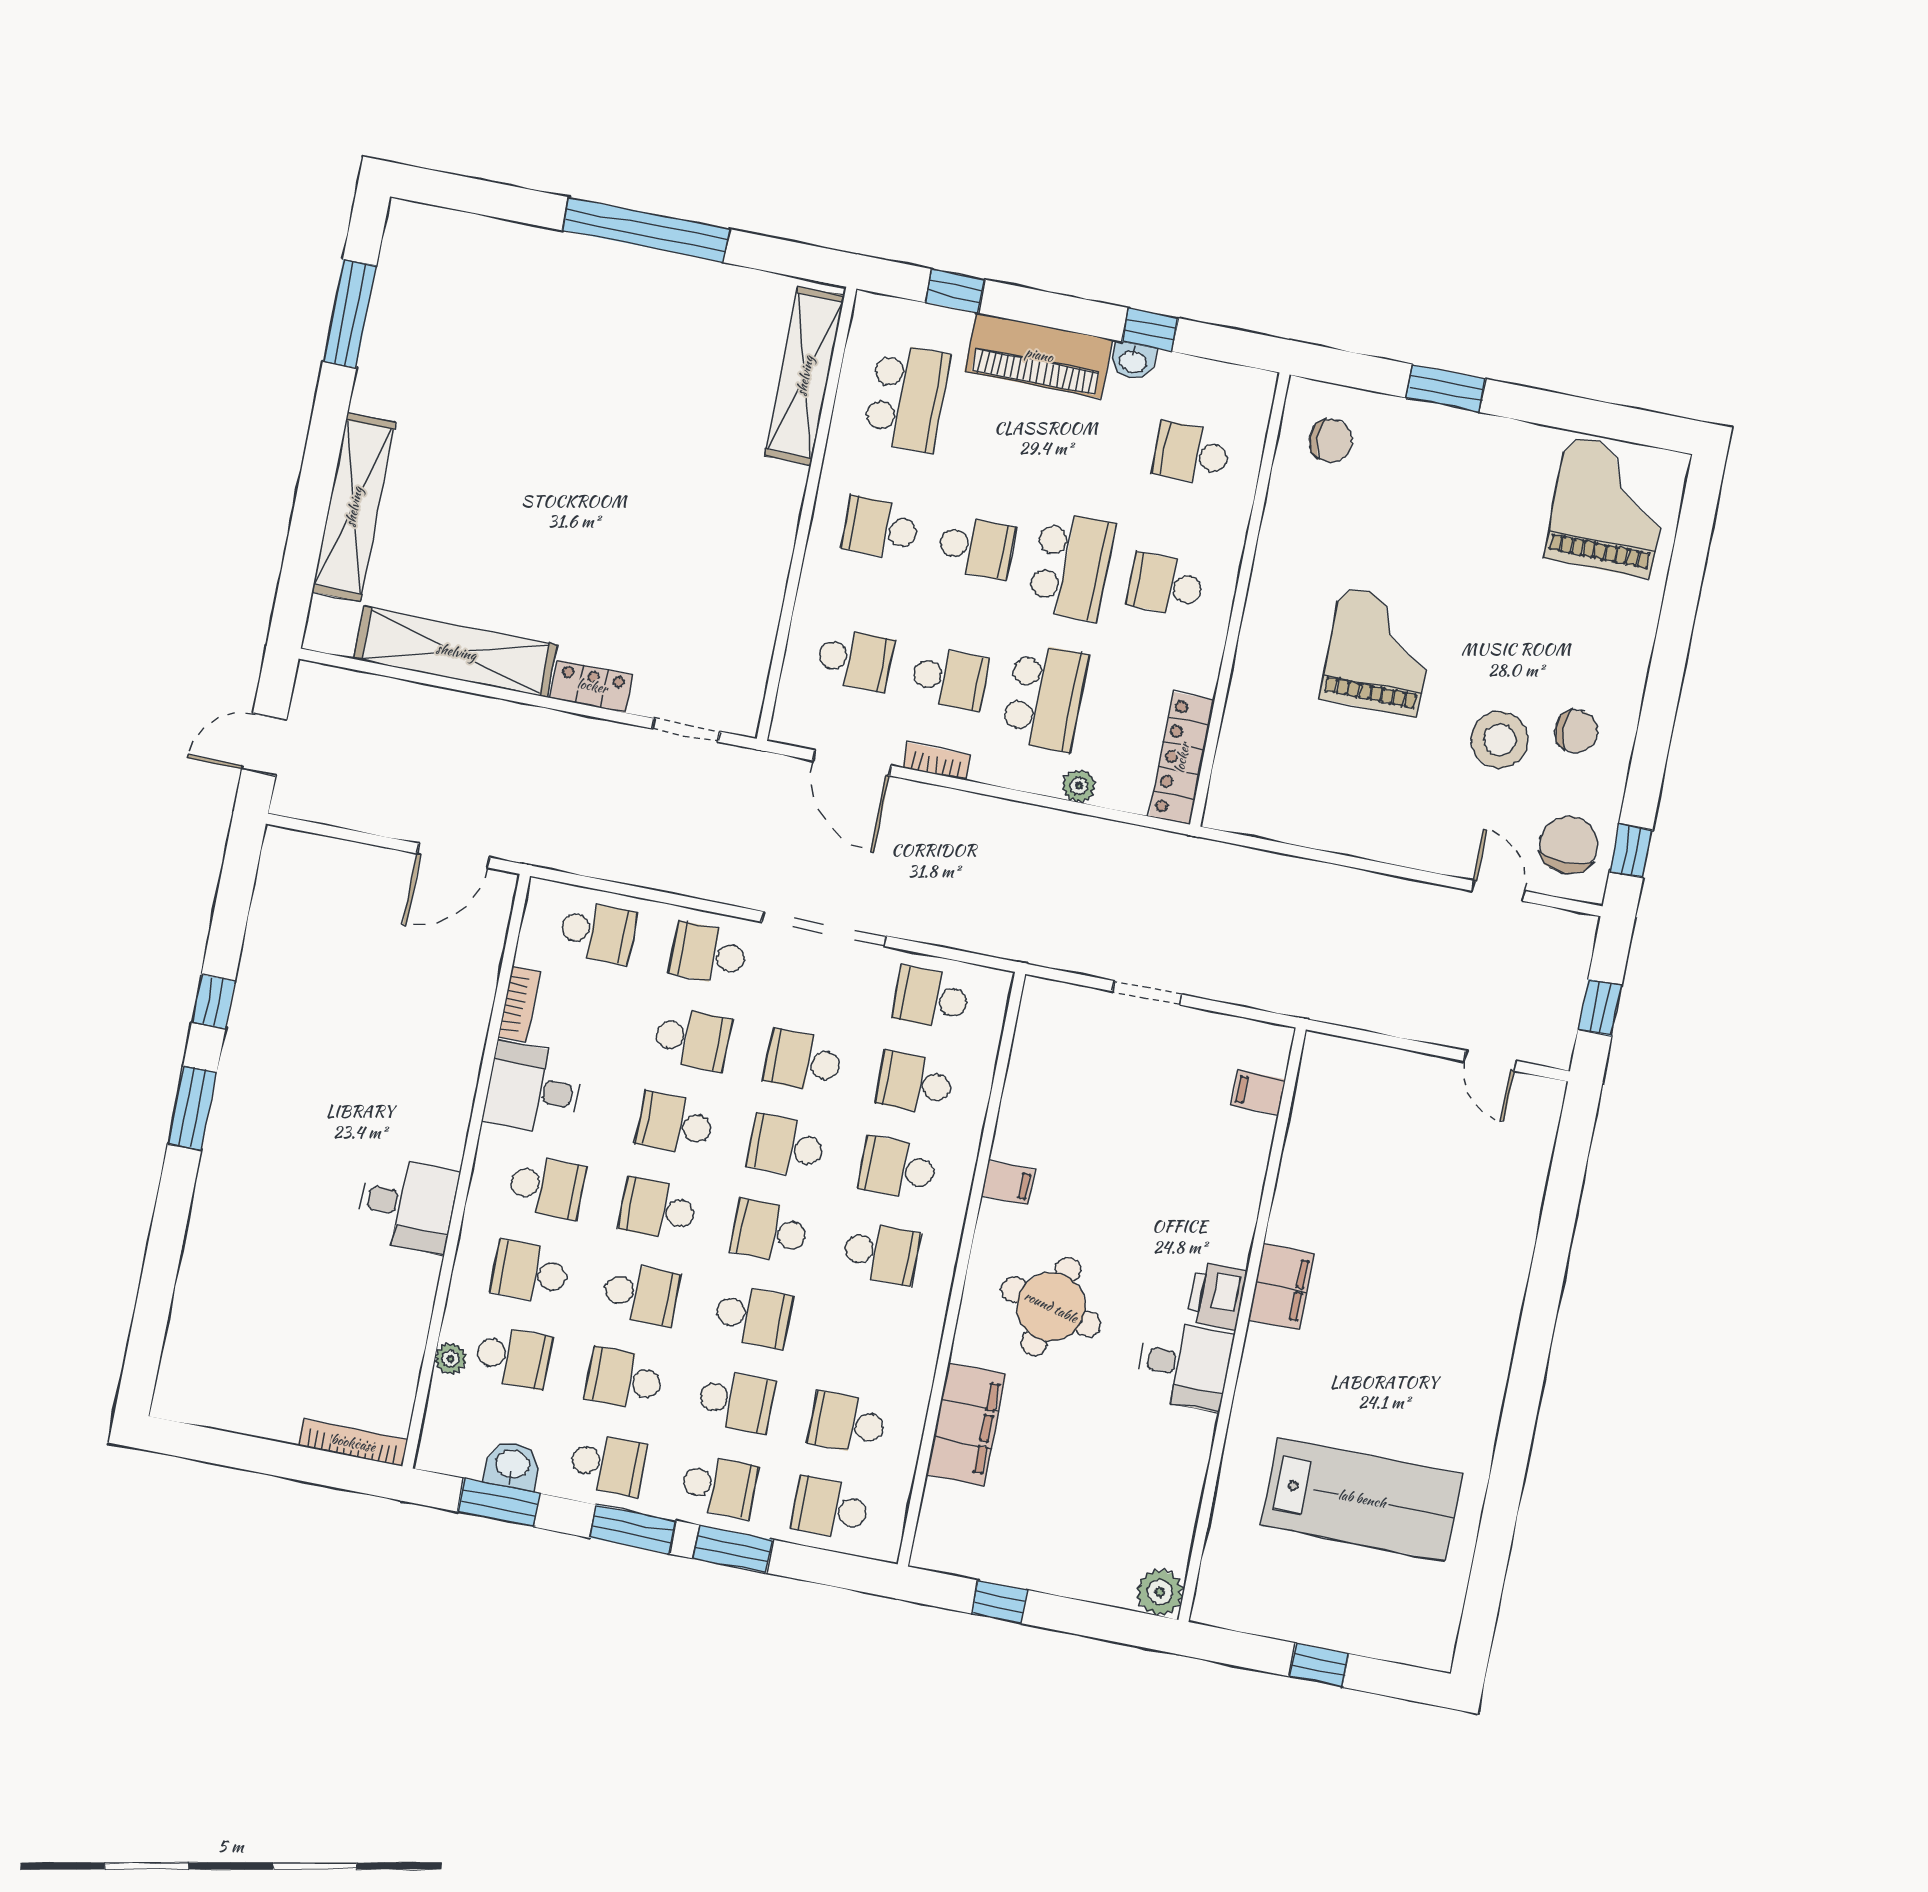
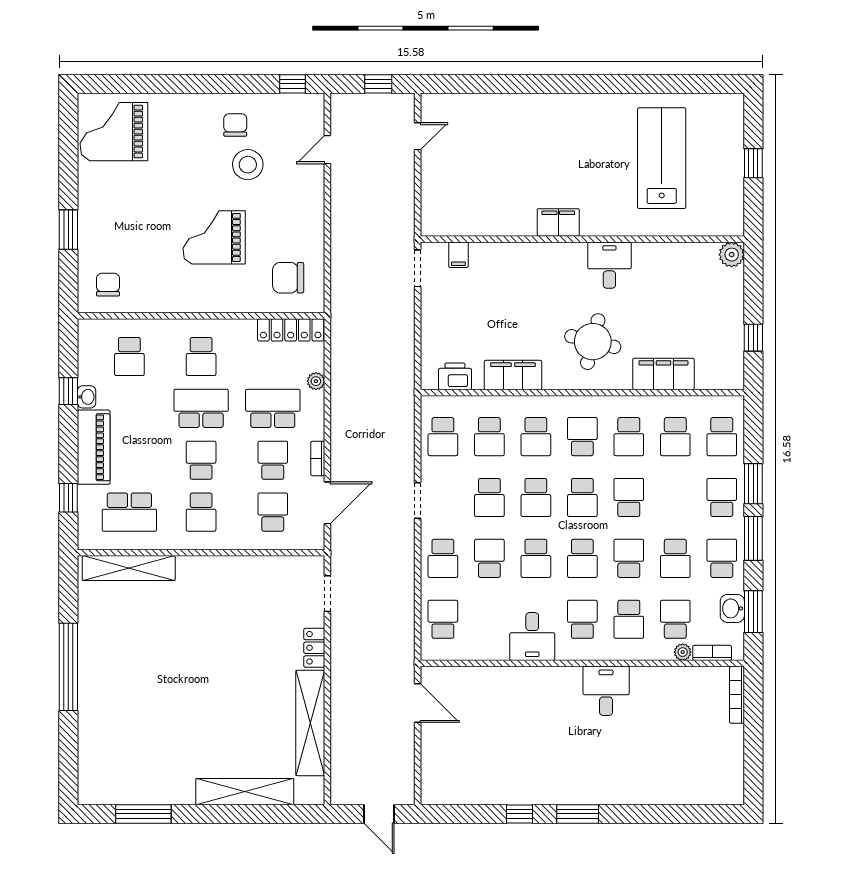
school desk: (907, 397) -> (129, 512), turned 180
chair: (1569, 845) -> (288, 278), moved
doorway: (824, 929) -> (418, 500), width x0.53
doorway: (1147, 993) -> (418, 268), moved
bookcase: (519, 1004) -> (712, 653), moved
filing cabinet: (1008, 1183) -> (513, 375), width x3.00, depth x1.17
printer: (1217, 1296) -> (455, 376), moved, turned 180
school desk: (736, 1401) -> (629, 437), moved, turned 180

